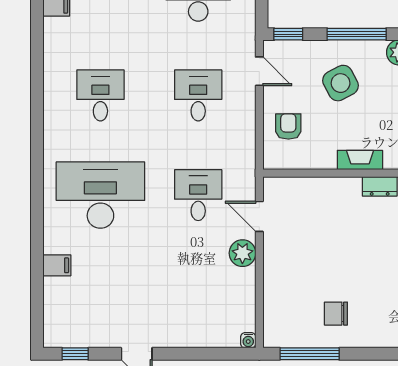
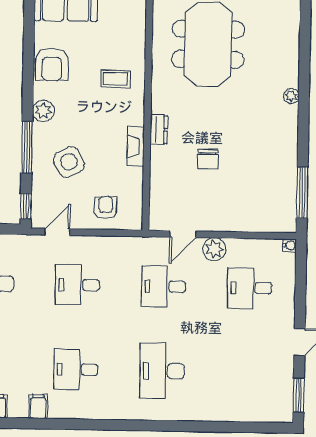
armchair: (288, 126) -> (106, 208), turned 90
desk: (100, 195) -> (162, 371), width x0.73, depth x0.77
filing cabinet: (57, 265) -> (38, 406), moved
desk: (198, 295) -> (250, 288), added
chair: (336, 314) -> (208, 159), moved
window: (75, 354) -> (299, 395), width x1.50

